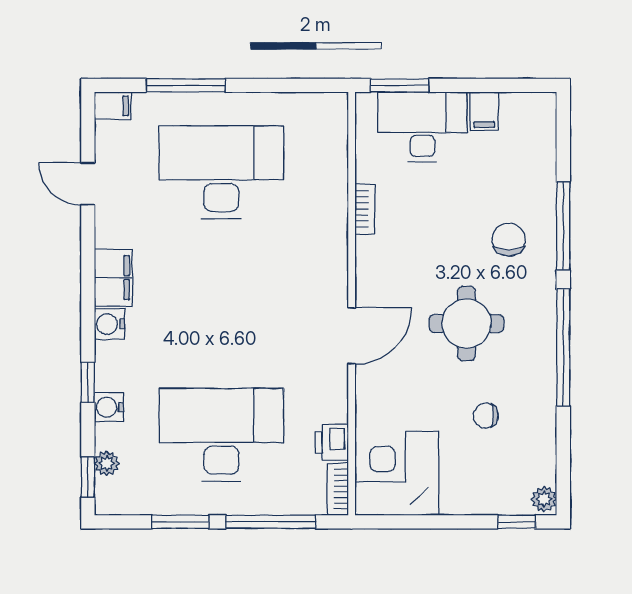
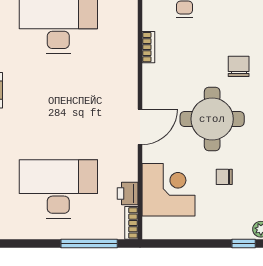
round table: (466, 324) -> (212, 119), width x1.36, depth x1.36
corner desk: (397, 473) -> (168, 190), moved, turned 90
window: (181, 522) -> (33, 243), removed

